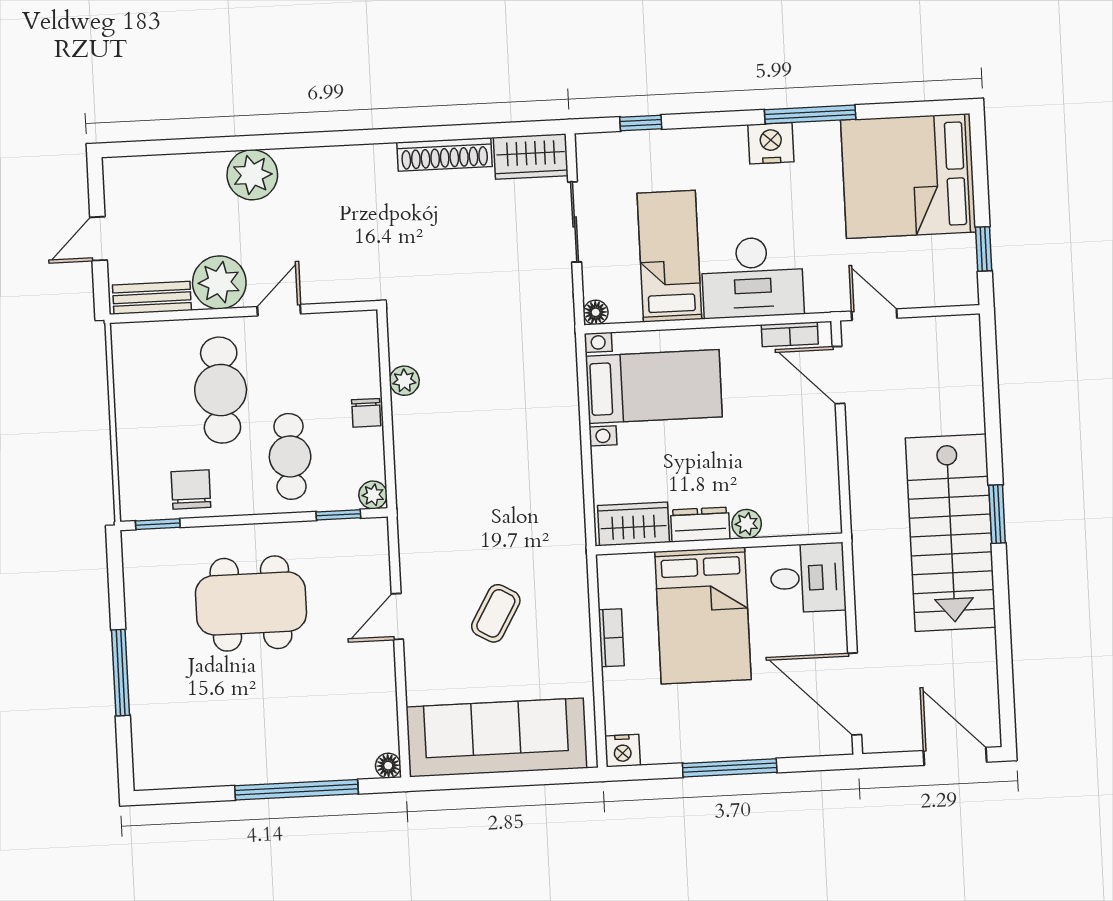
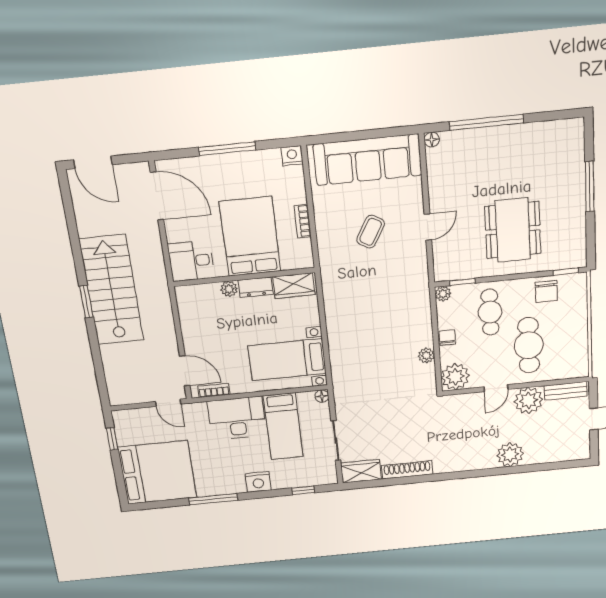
nightstand: (771, 143) -> (258, 482), moved
plant: (353, 337) -> (455, 377), added
dining table: (251, 603) -> (513, 230), turned 90

